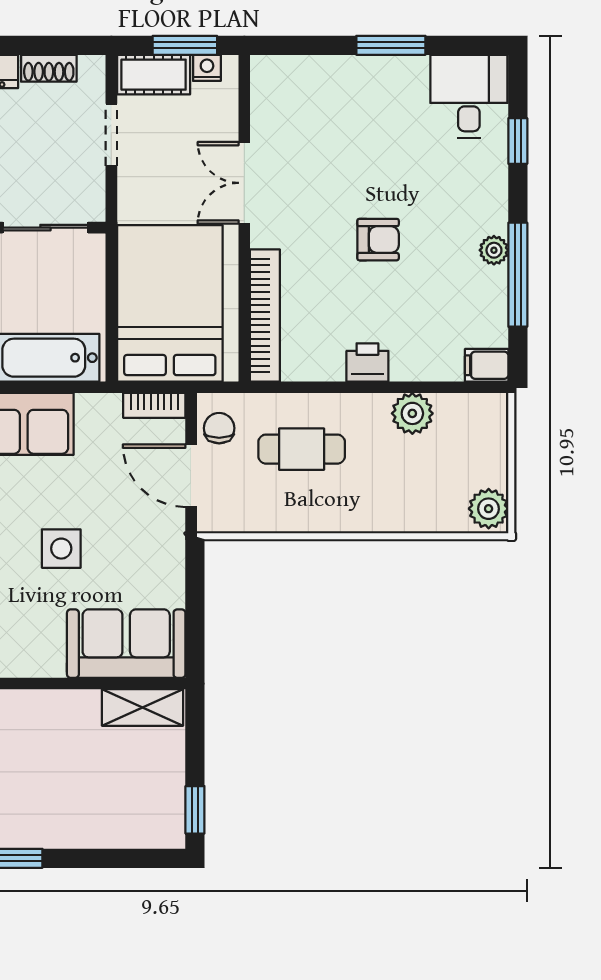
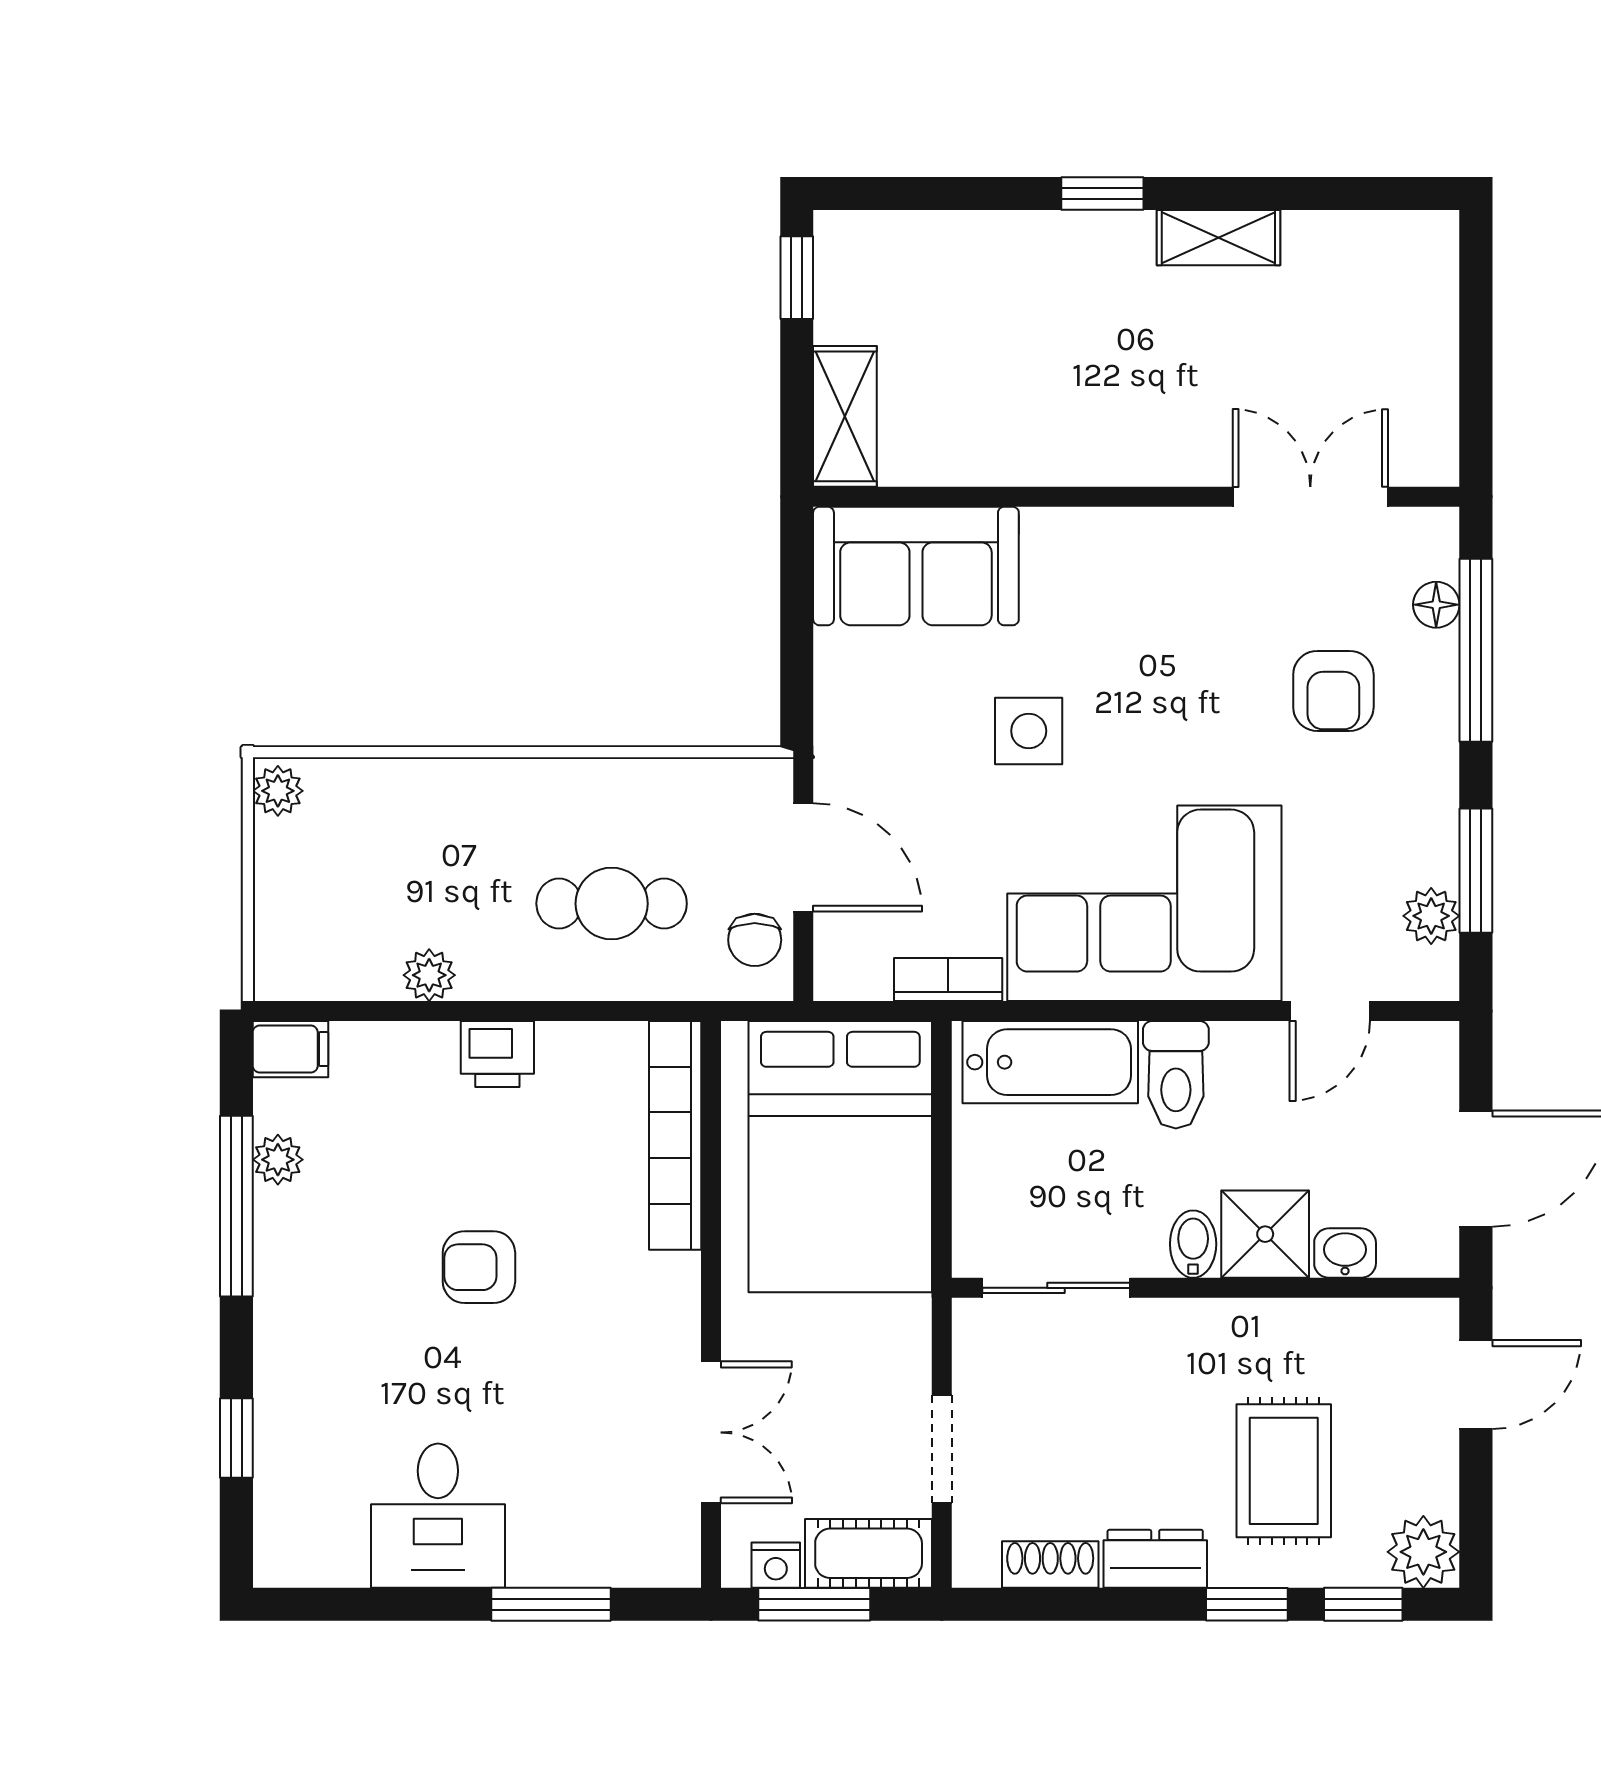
window: (391, 45) -> (551, 1604), moved
desk: (469, 96) -> (438, 1516), moved
double door: (244, 183) -> (711, 1432), moved
plant: (494, 250) -> (278, 1160), moved
bookcase: (154, 405) -> (948, 979), moved
plant: (412, 413) -> (429, 975), width x0.73, depth x0.73
plant: (489, 509) -> (278, 791), width x0.73, depth x0.73
shelving: (142, 708) -> (845, 416), moved, turned 90

